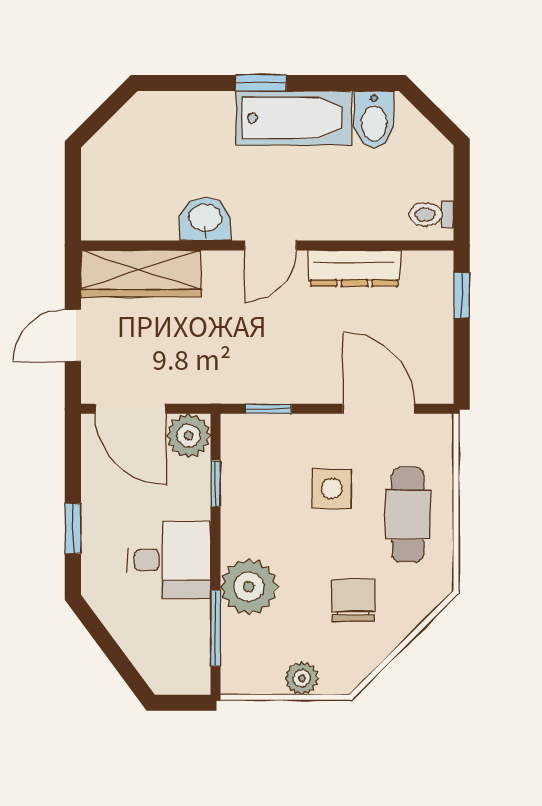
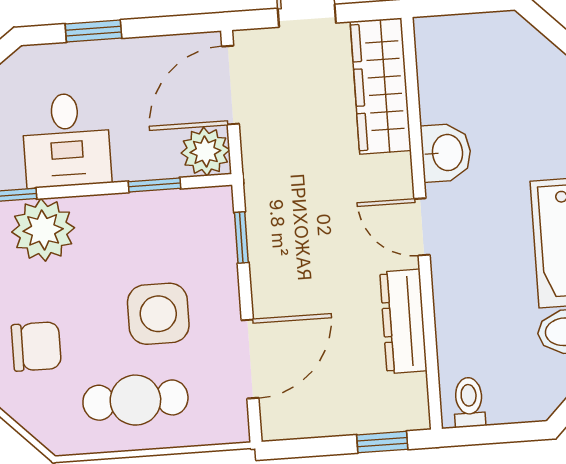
side table: (332, 489) -> (158, 314), width x1.37, depth x1.37

